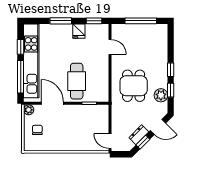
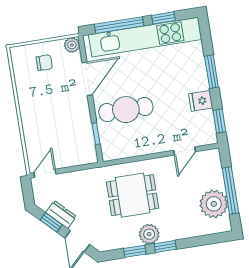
plant: (148, 33) -> (214, 204), added
plant: (161, 95) -> (149, 234), moved

